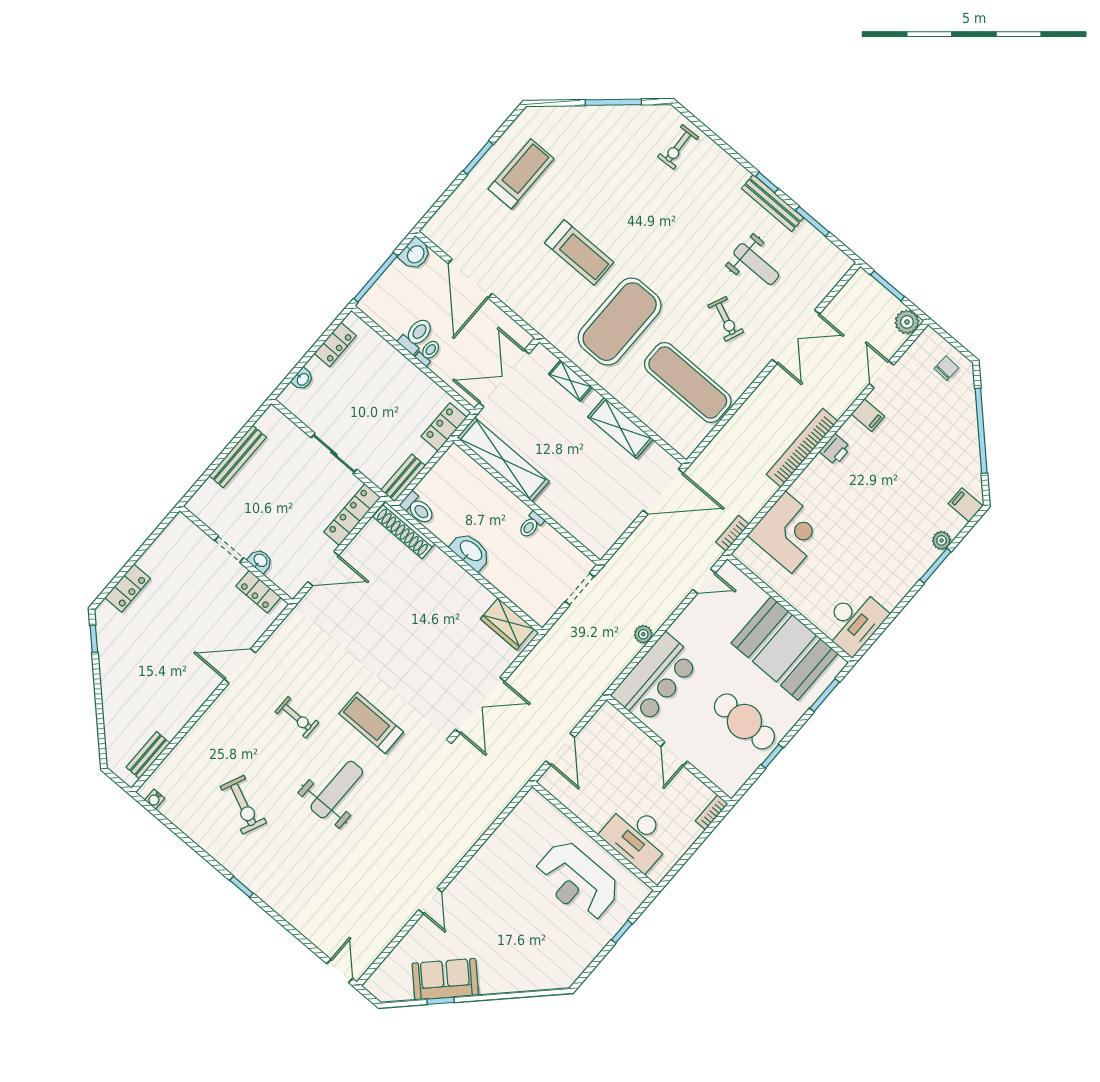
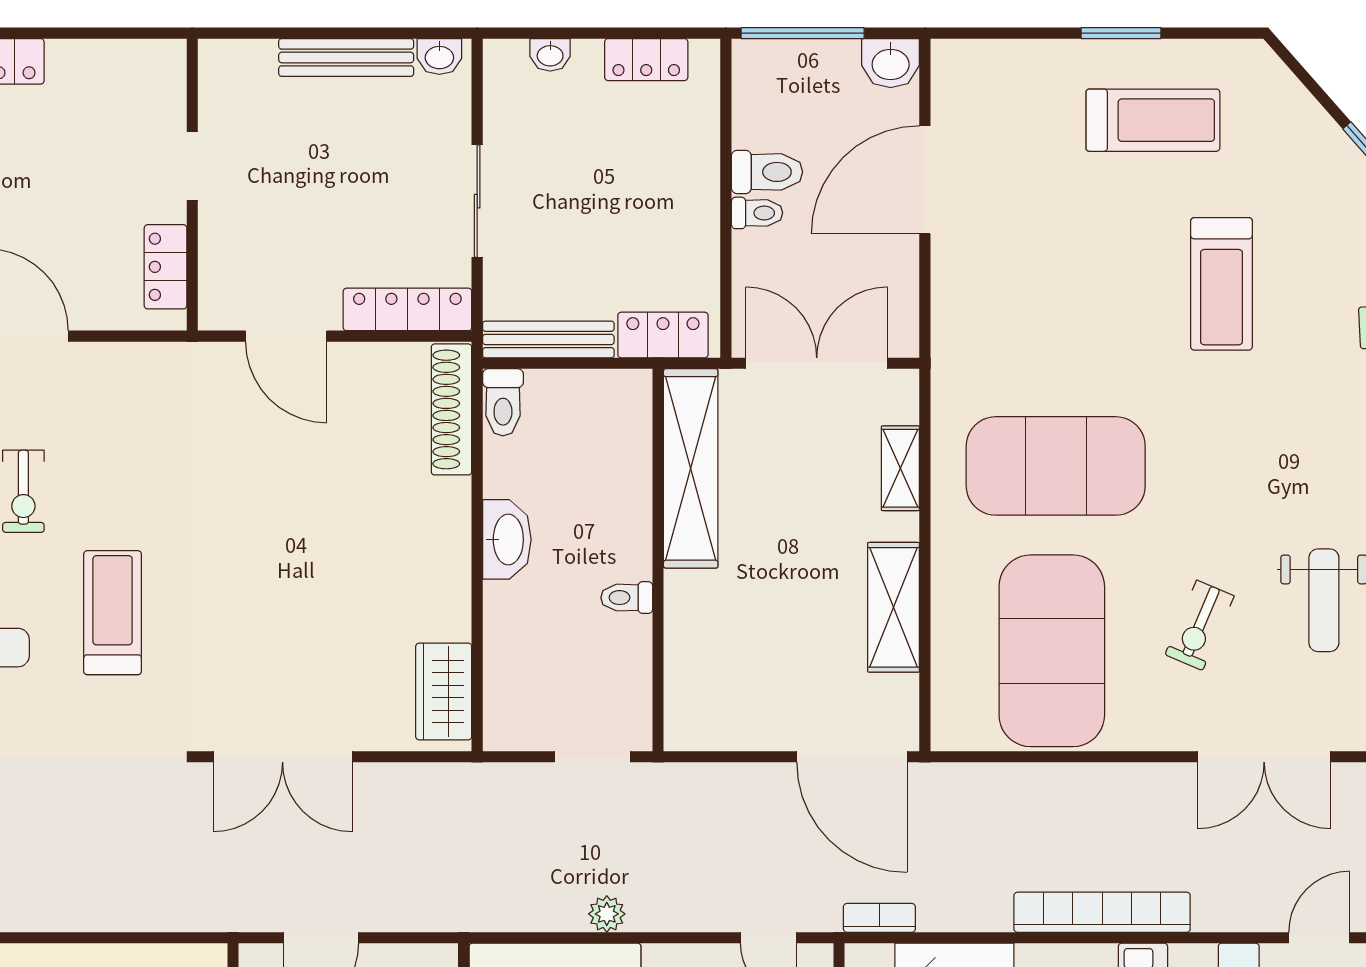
treadmill: (579, 253) -> (1221, 284), moved
exercise mat: (688, 382) -> (1052, 651), width x1.47
bench: (403, 478) -> (548, 339), width x1.36
washbasin: (260, 561) -> (439, 56), moved, turned 90

